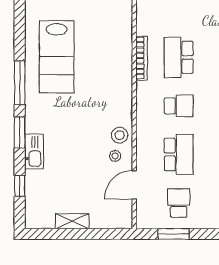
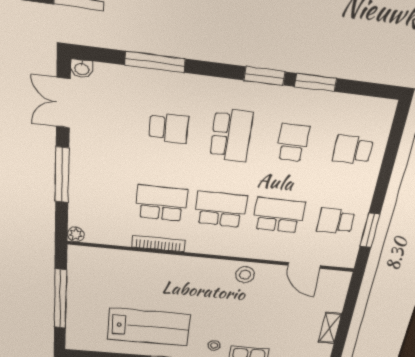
school desk: (179, 57) -> (161, 203), turned 180
school desk: (179, 106) -> (221, 209), width x1.85
stool: (115, 156) -> (214, 345), moved

